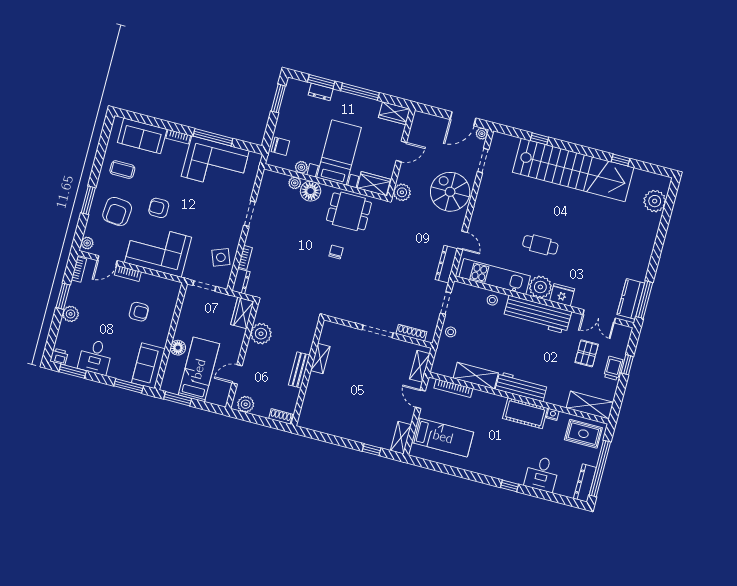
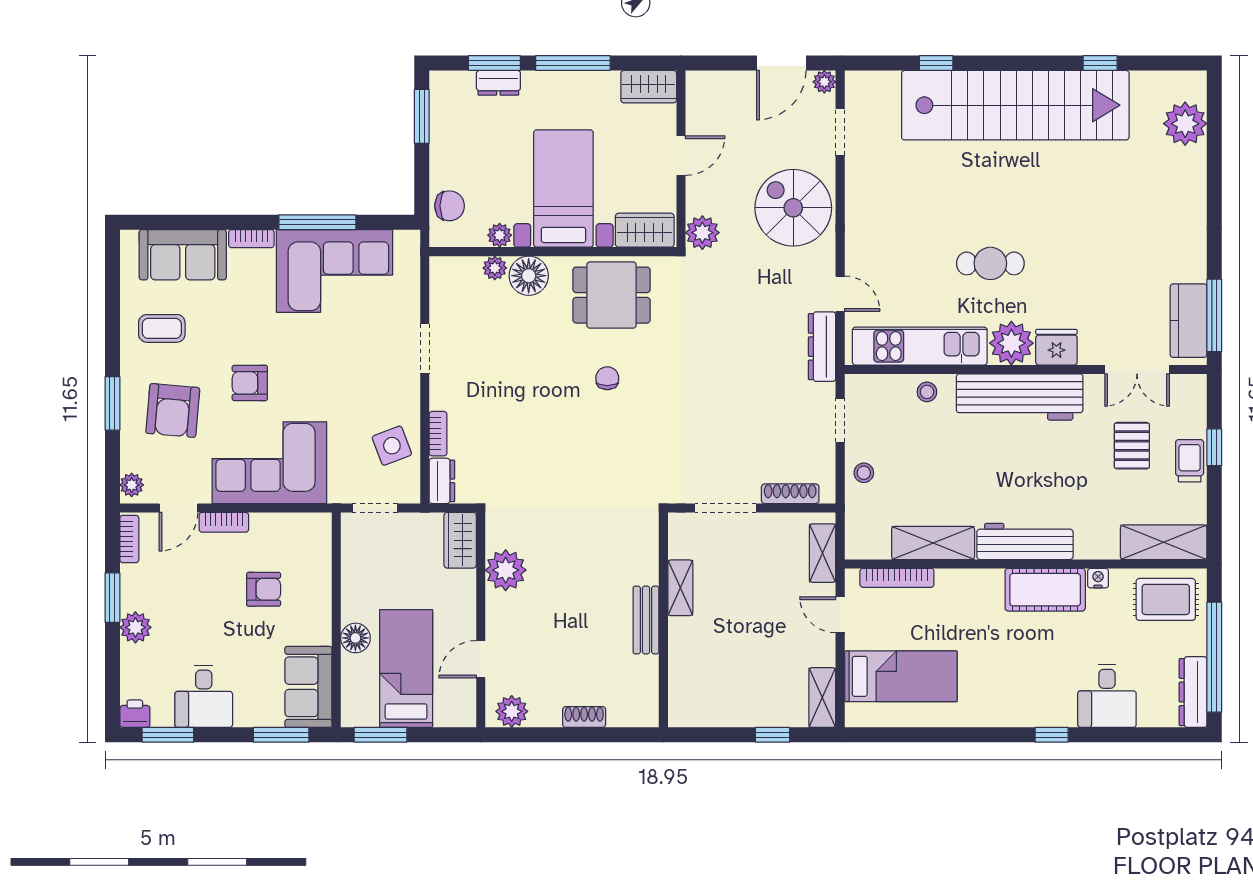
shelving: (320, 359) -> (680, 588), moved
bench: (299, 370) -> (646, 620), moved
wall: (308, 372) -> (663, 620), moved

